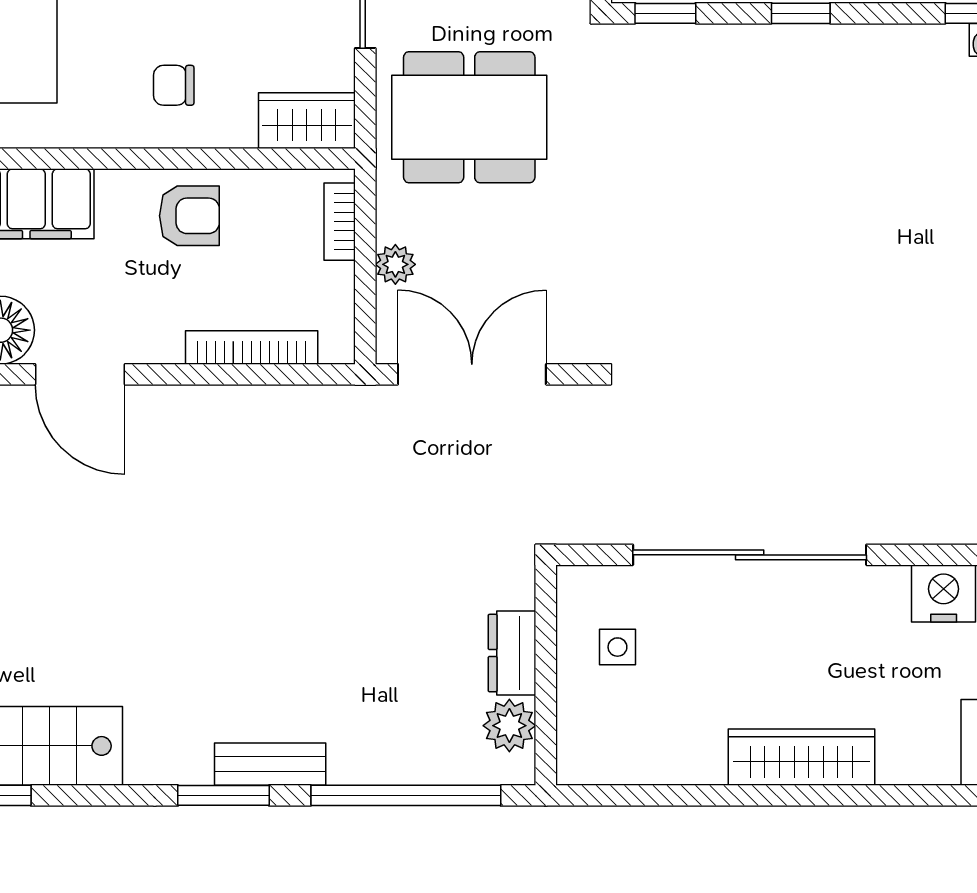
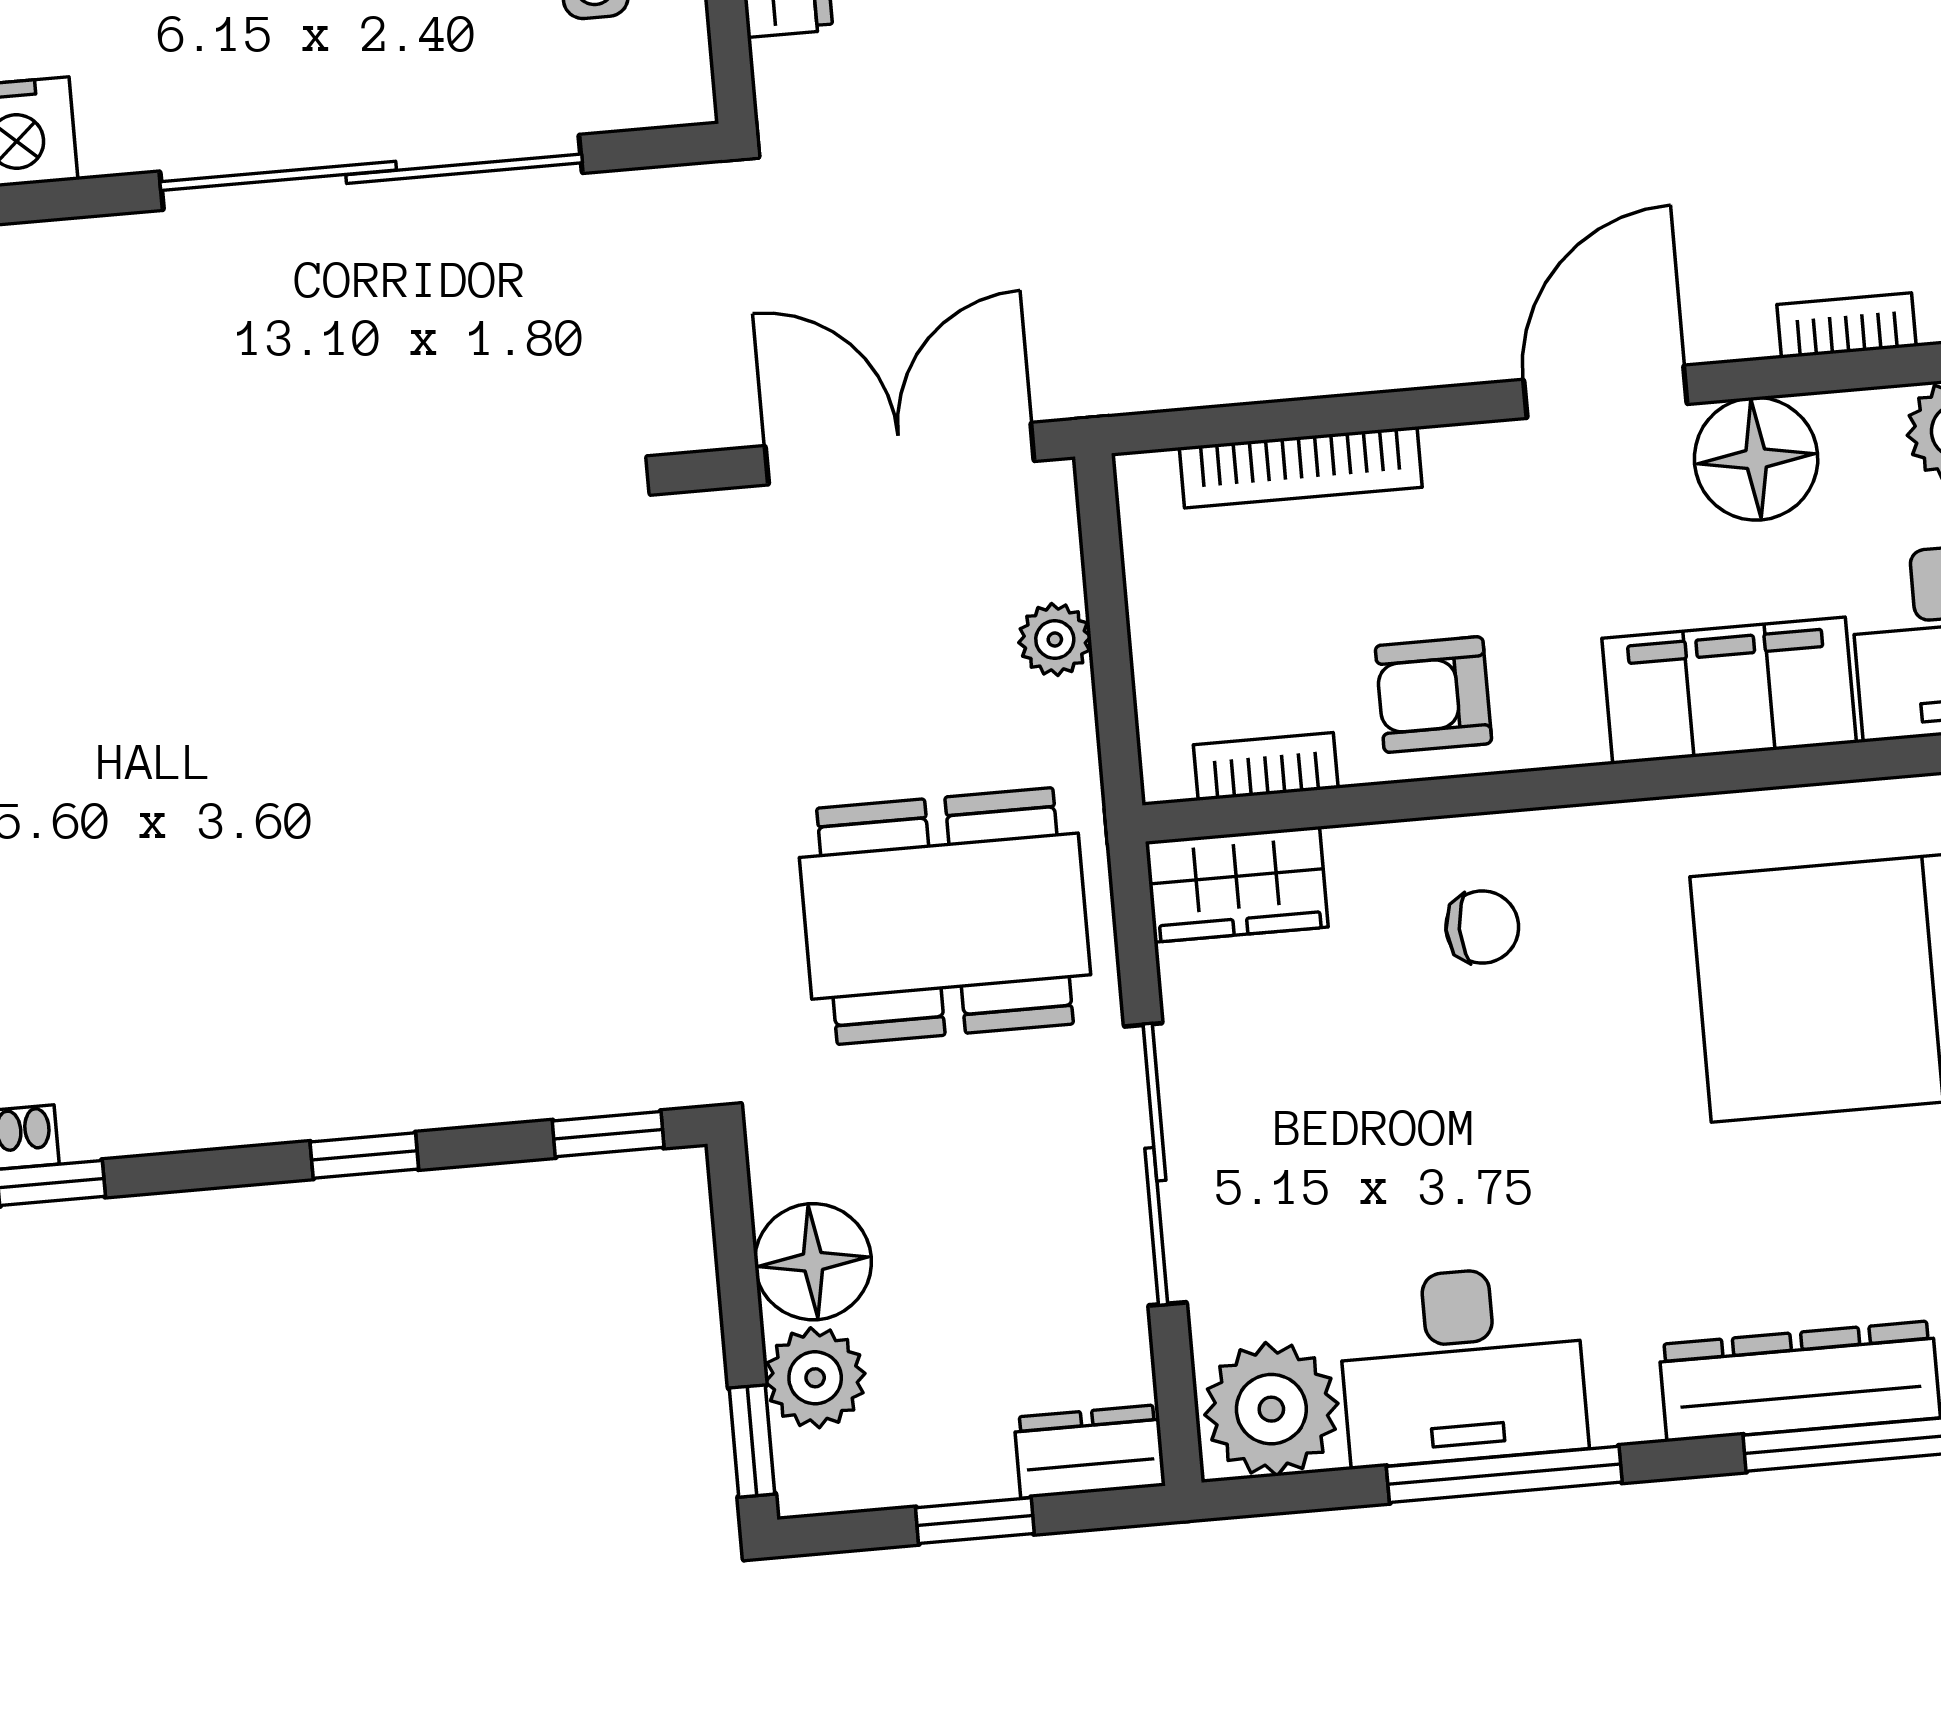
bookcase: (340, 222) -> (1266, 766), moved, turned -90
door: (80, 374) -> (1605, 392), hinge flipped
double door: (472, 374) -> (900, 454), swing flipped

